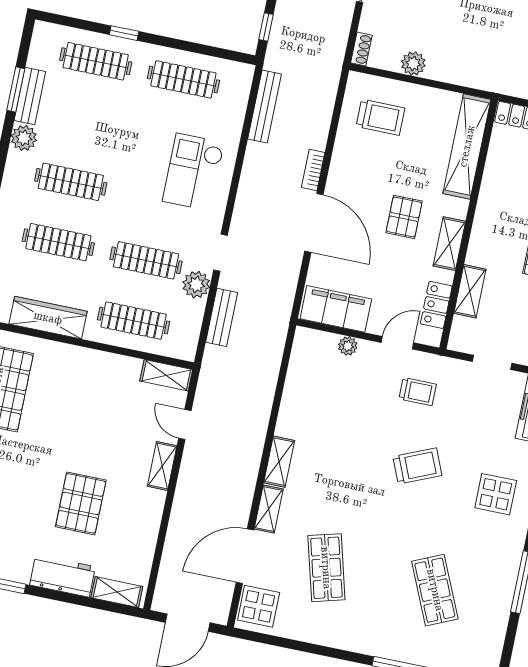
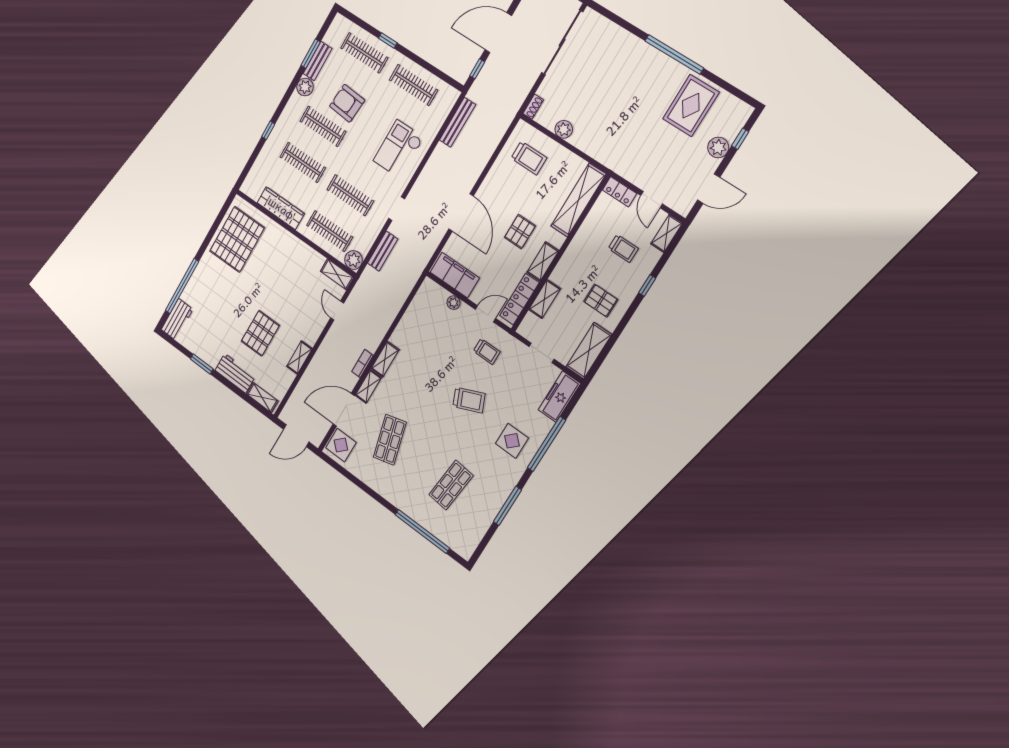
armchair: (95, 138) -> (347, 103), added
bookcase: (313, 170) -> (362, 364), moved
plant: (196, 285) -> (353, 260), moved
locker: (436, 305) -> (519, 299), width x1.53
shelving: (162, 466) -> (299, 358), moved
shop shelf: (435, 590) -> (451, 485), turned 30

